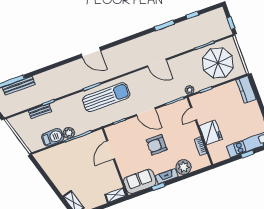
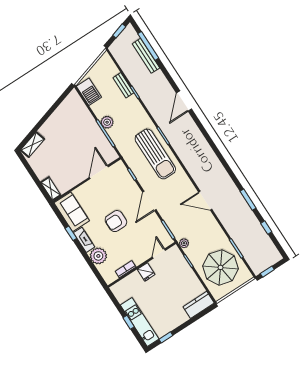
door: (91, 52) -> (184, 101), moved
door: (157, 63) -> (205, 201), hinge flipped
door: (194, 114) -> (159, 254), hinge flipped
fridge: (211, 132) -> (146, 272), width x0.53, depth x0.75
barbecue: (53, 137) -> (89, 92), moved
armchair: (157, 145) -> (116, 221), turned -90
door: (111, 150) -> (99, 172), hinge flipped

